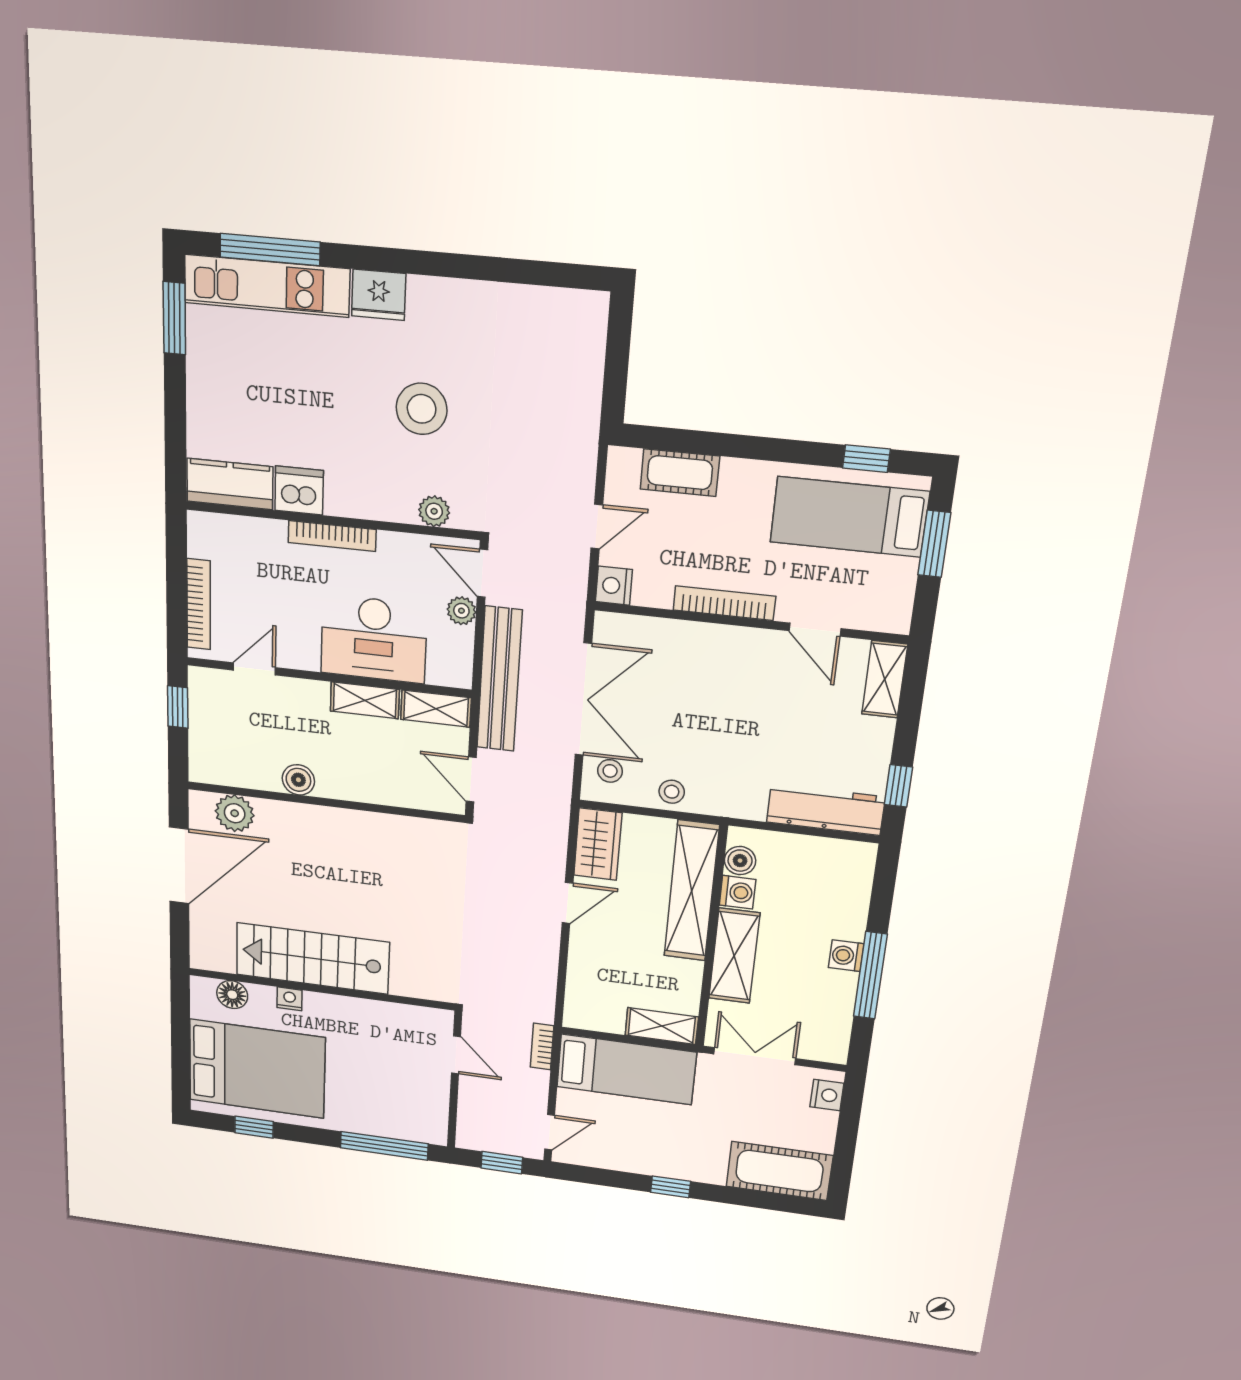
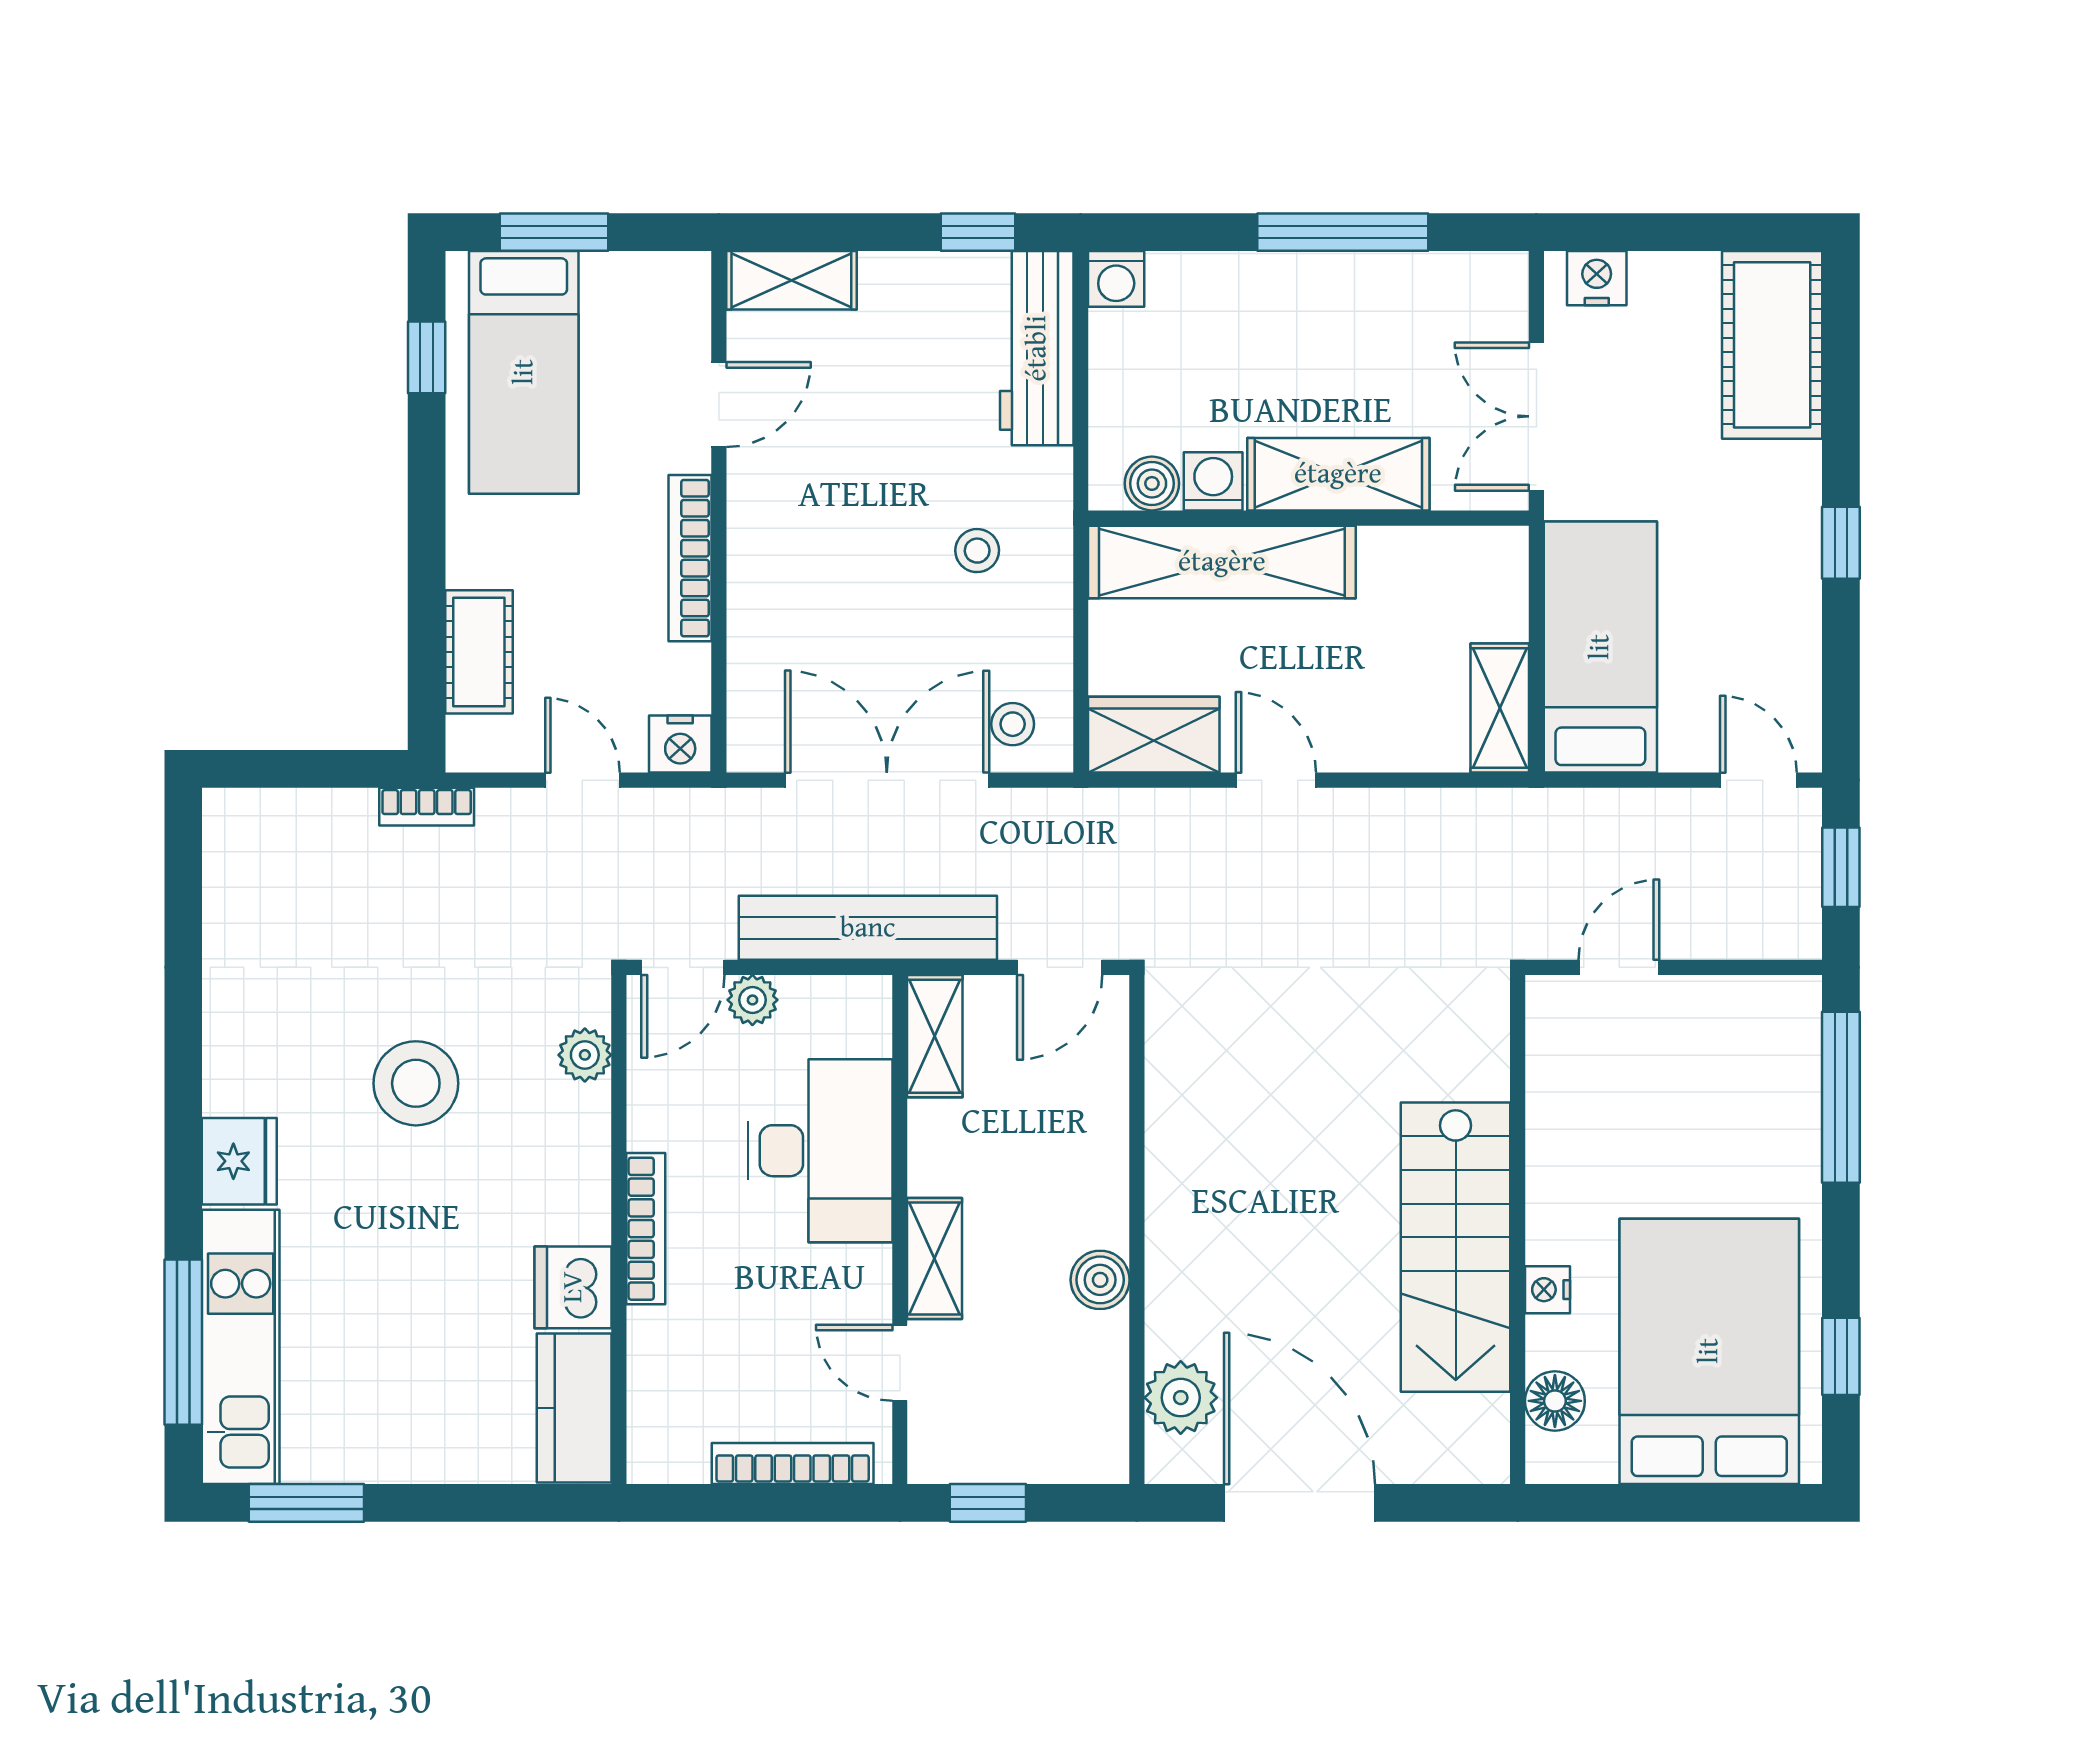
shelving: (365, 700) -> (935, 1259), moved
stool: (672, 792) -> (977, 551), moved
washing machine: (846, 956) -> (1116, 279), moved
shelving: (662, 1026) -> (1500, 708), moved
bookcase: (542, 1047) -> (427, 807), moved

